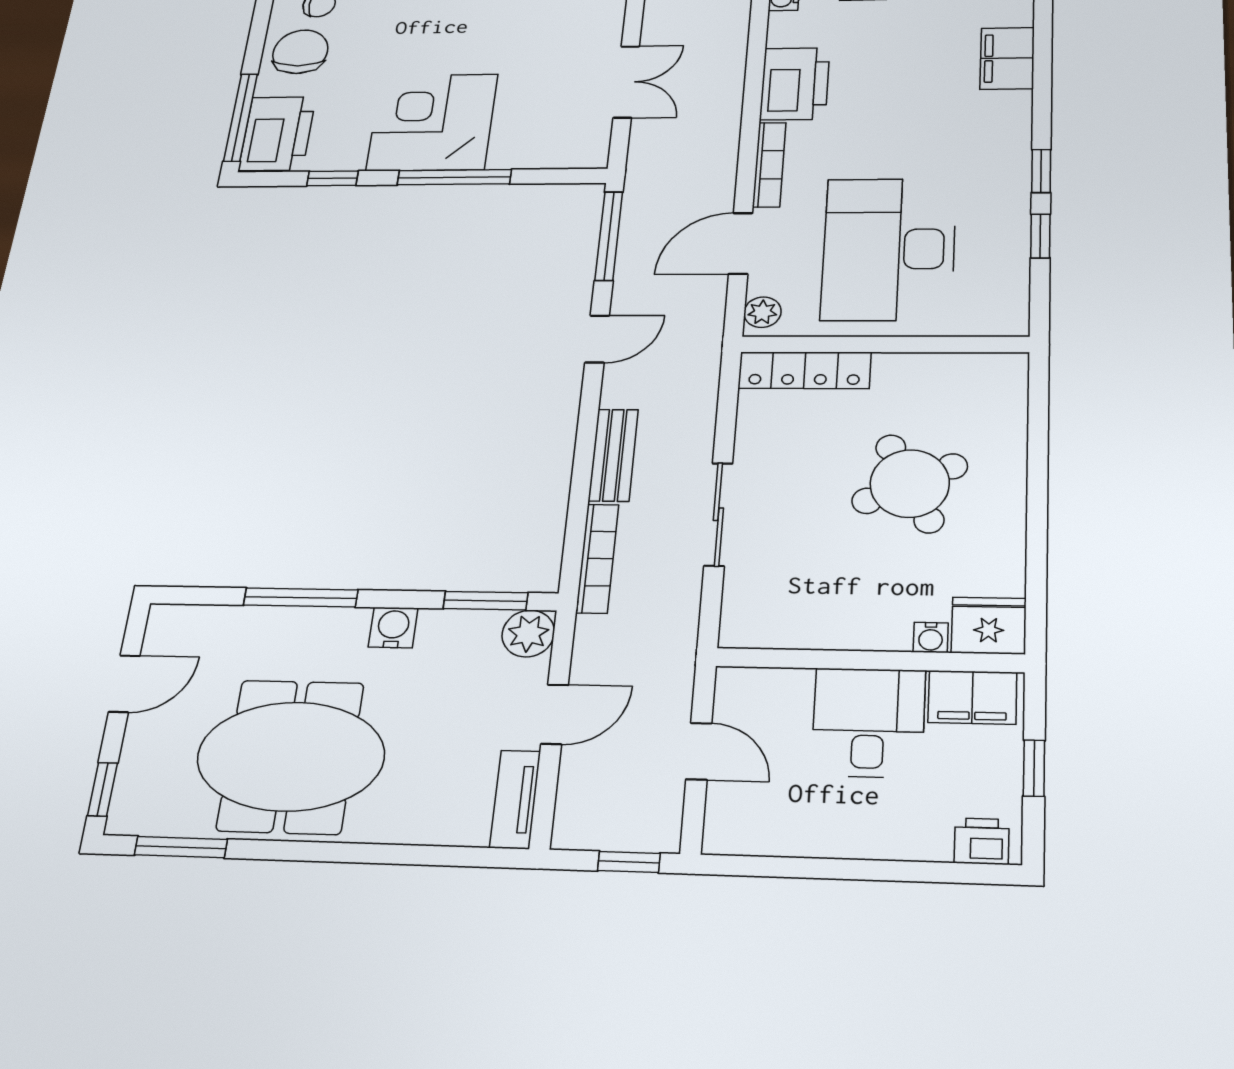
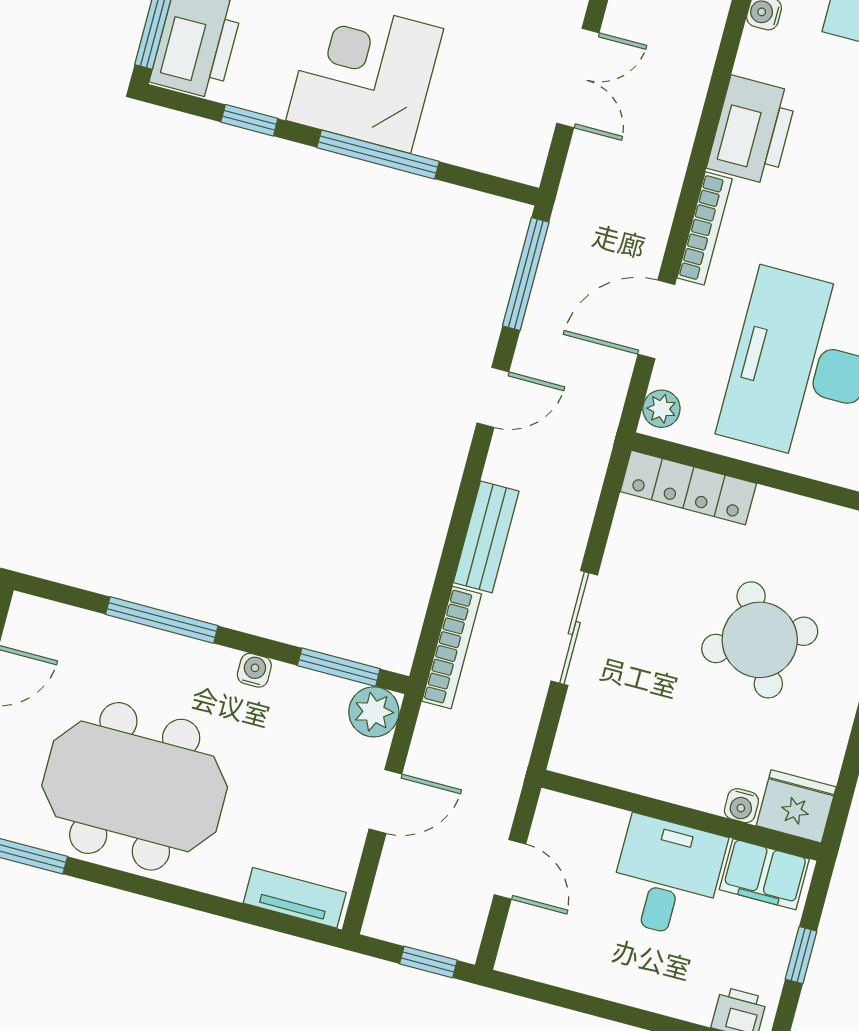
water cooler: (393, 628) -> (254, 670), width x0.72, depth x0.72
tv unit: (515, 799) -> (295, 898), moved, turned 90

